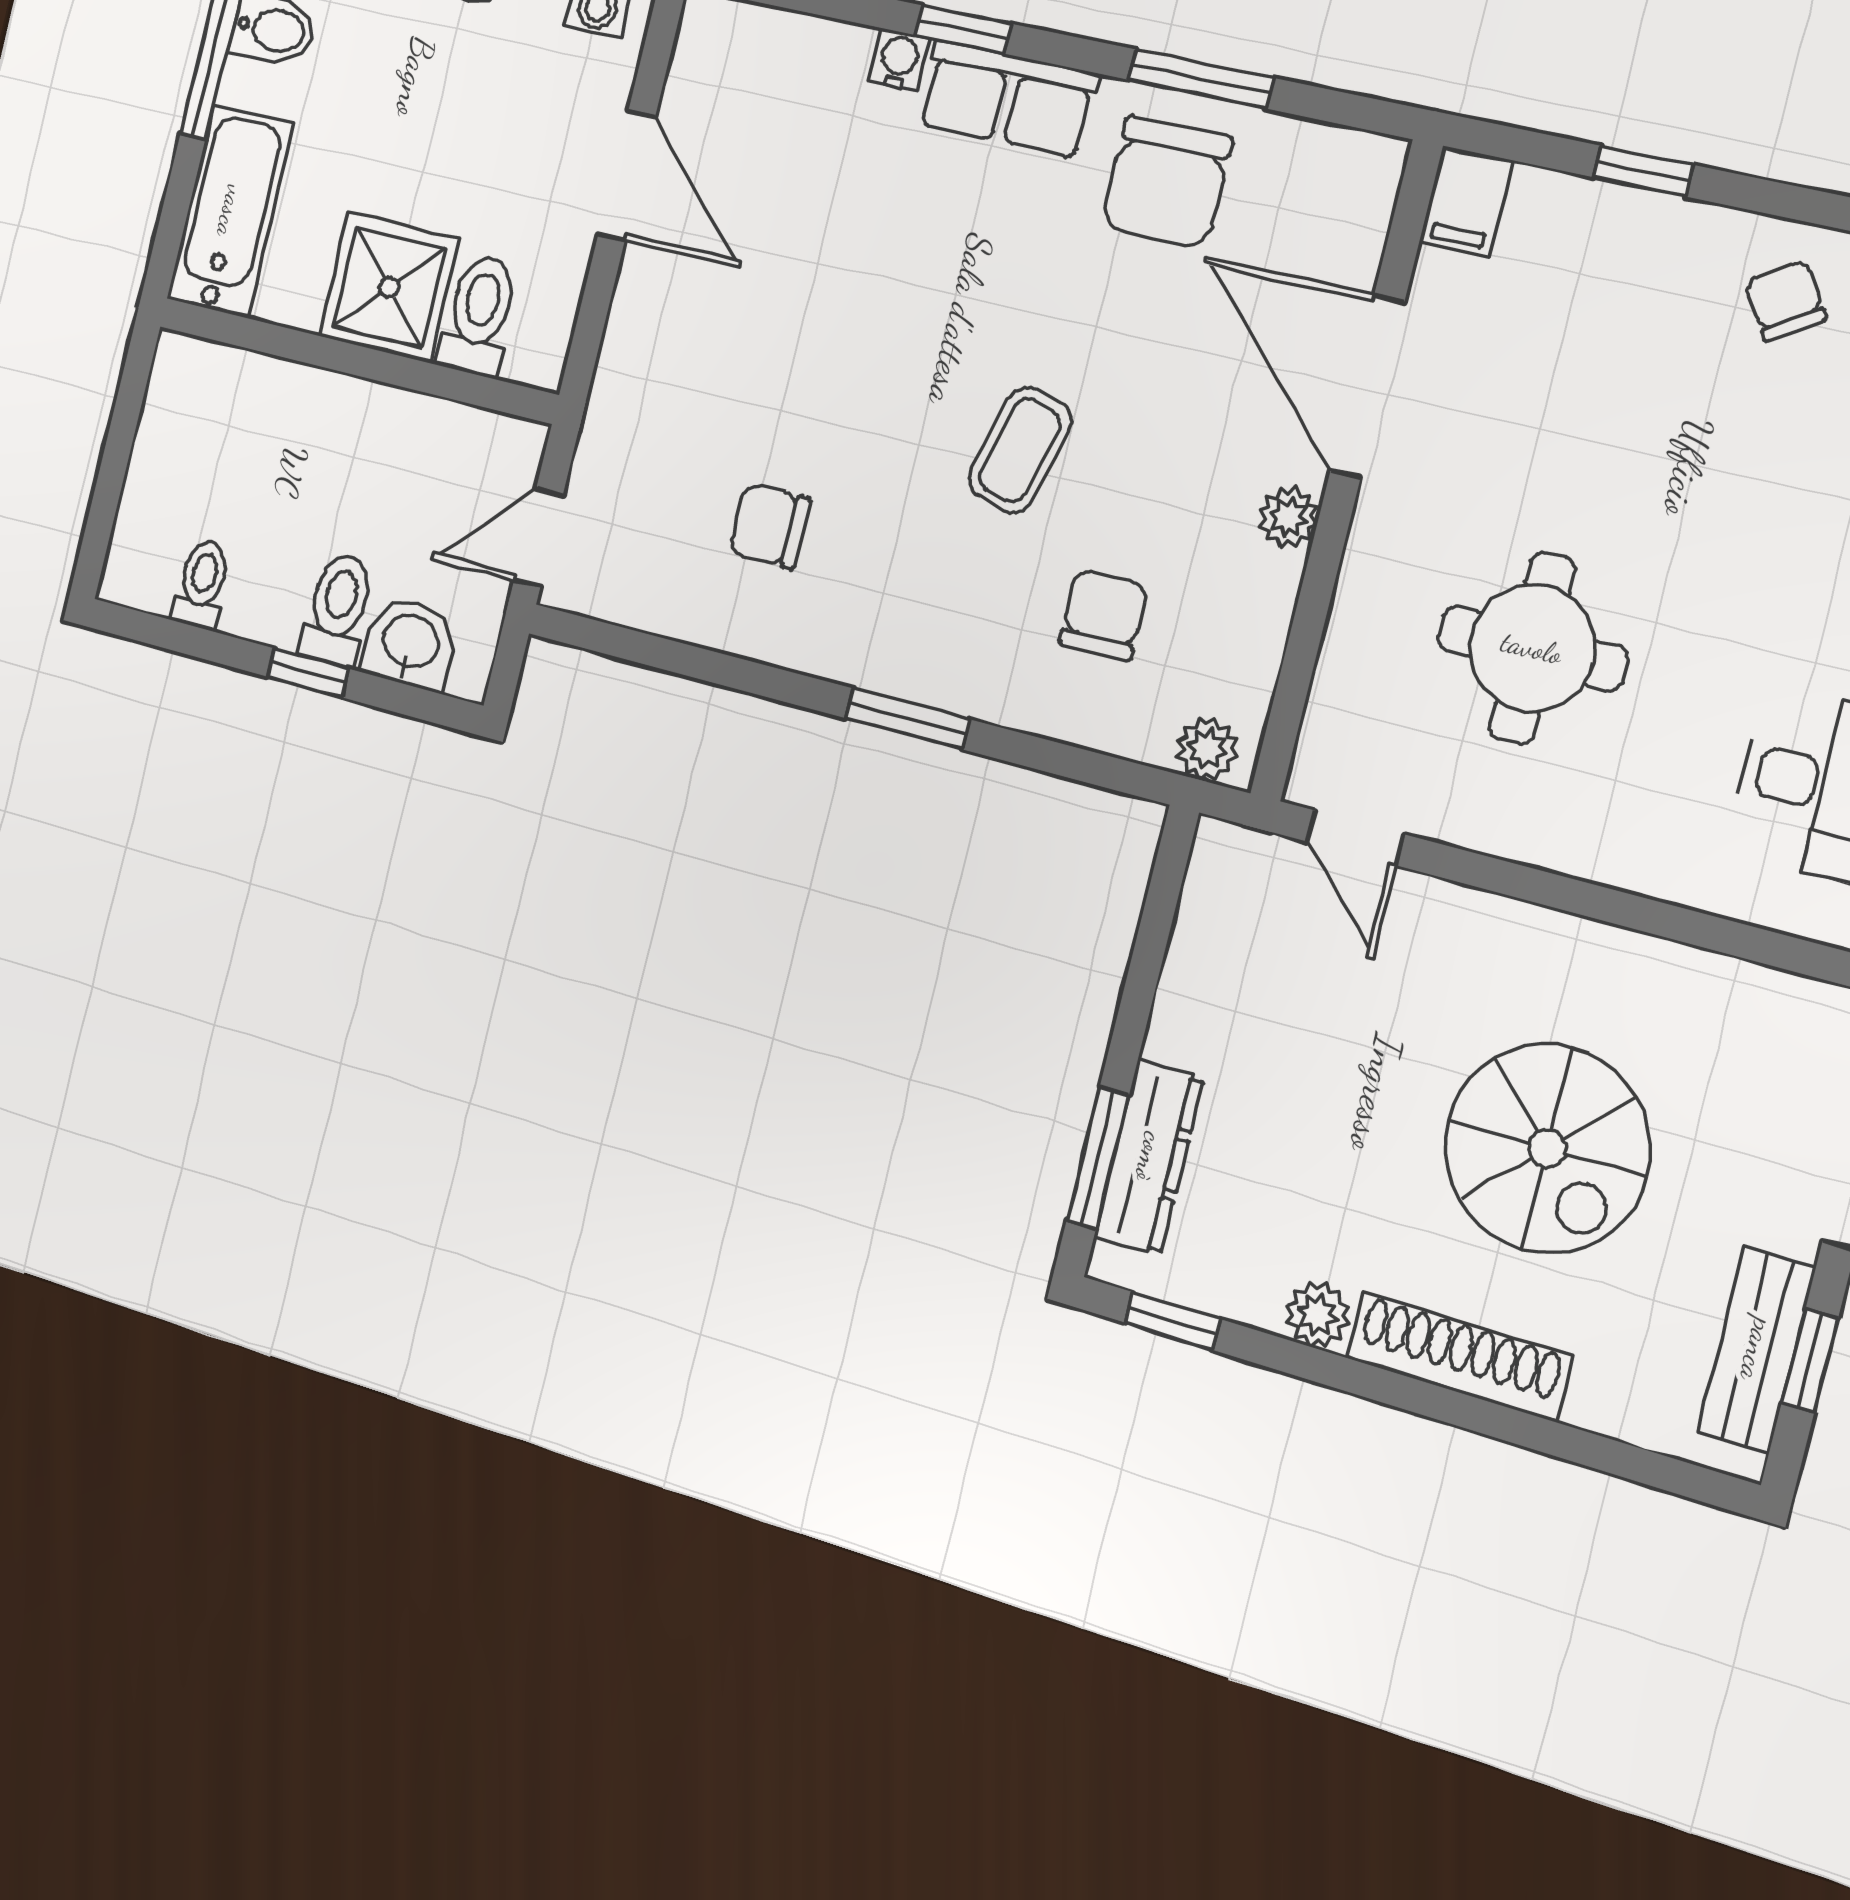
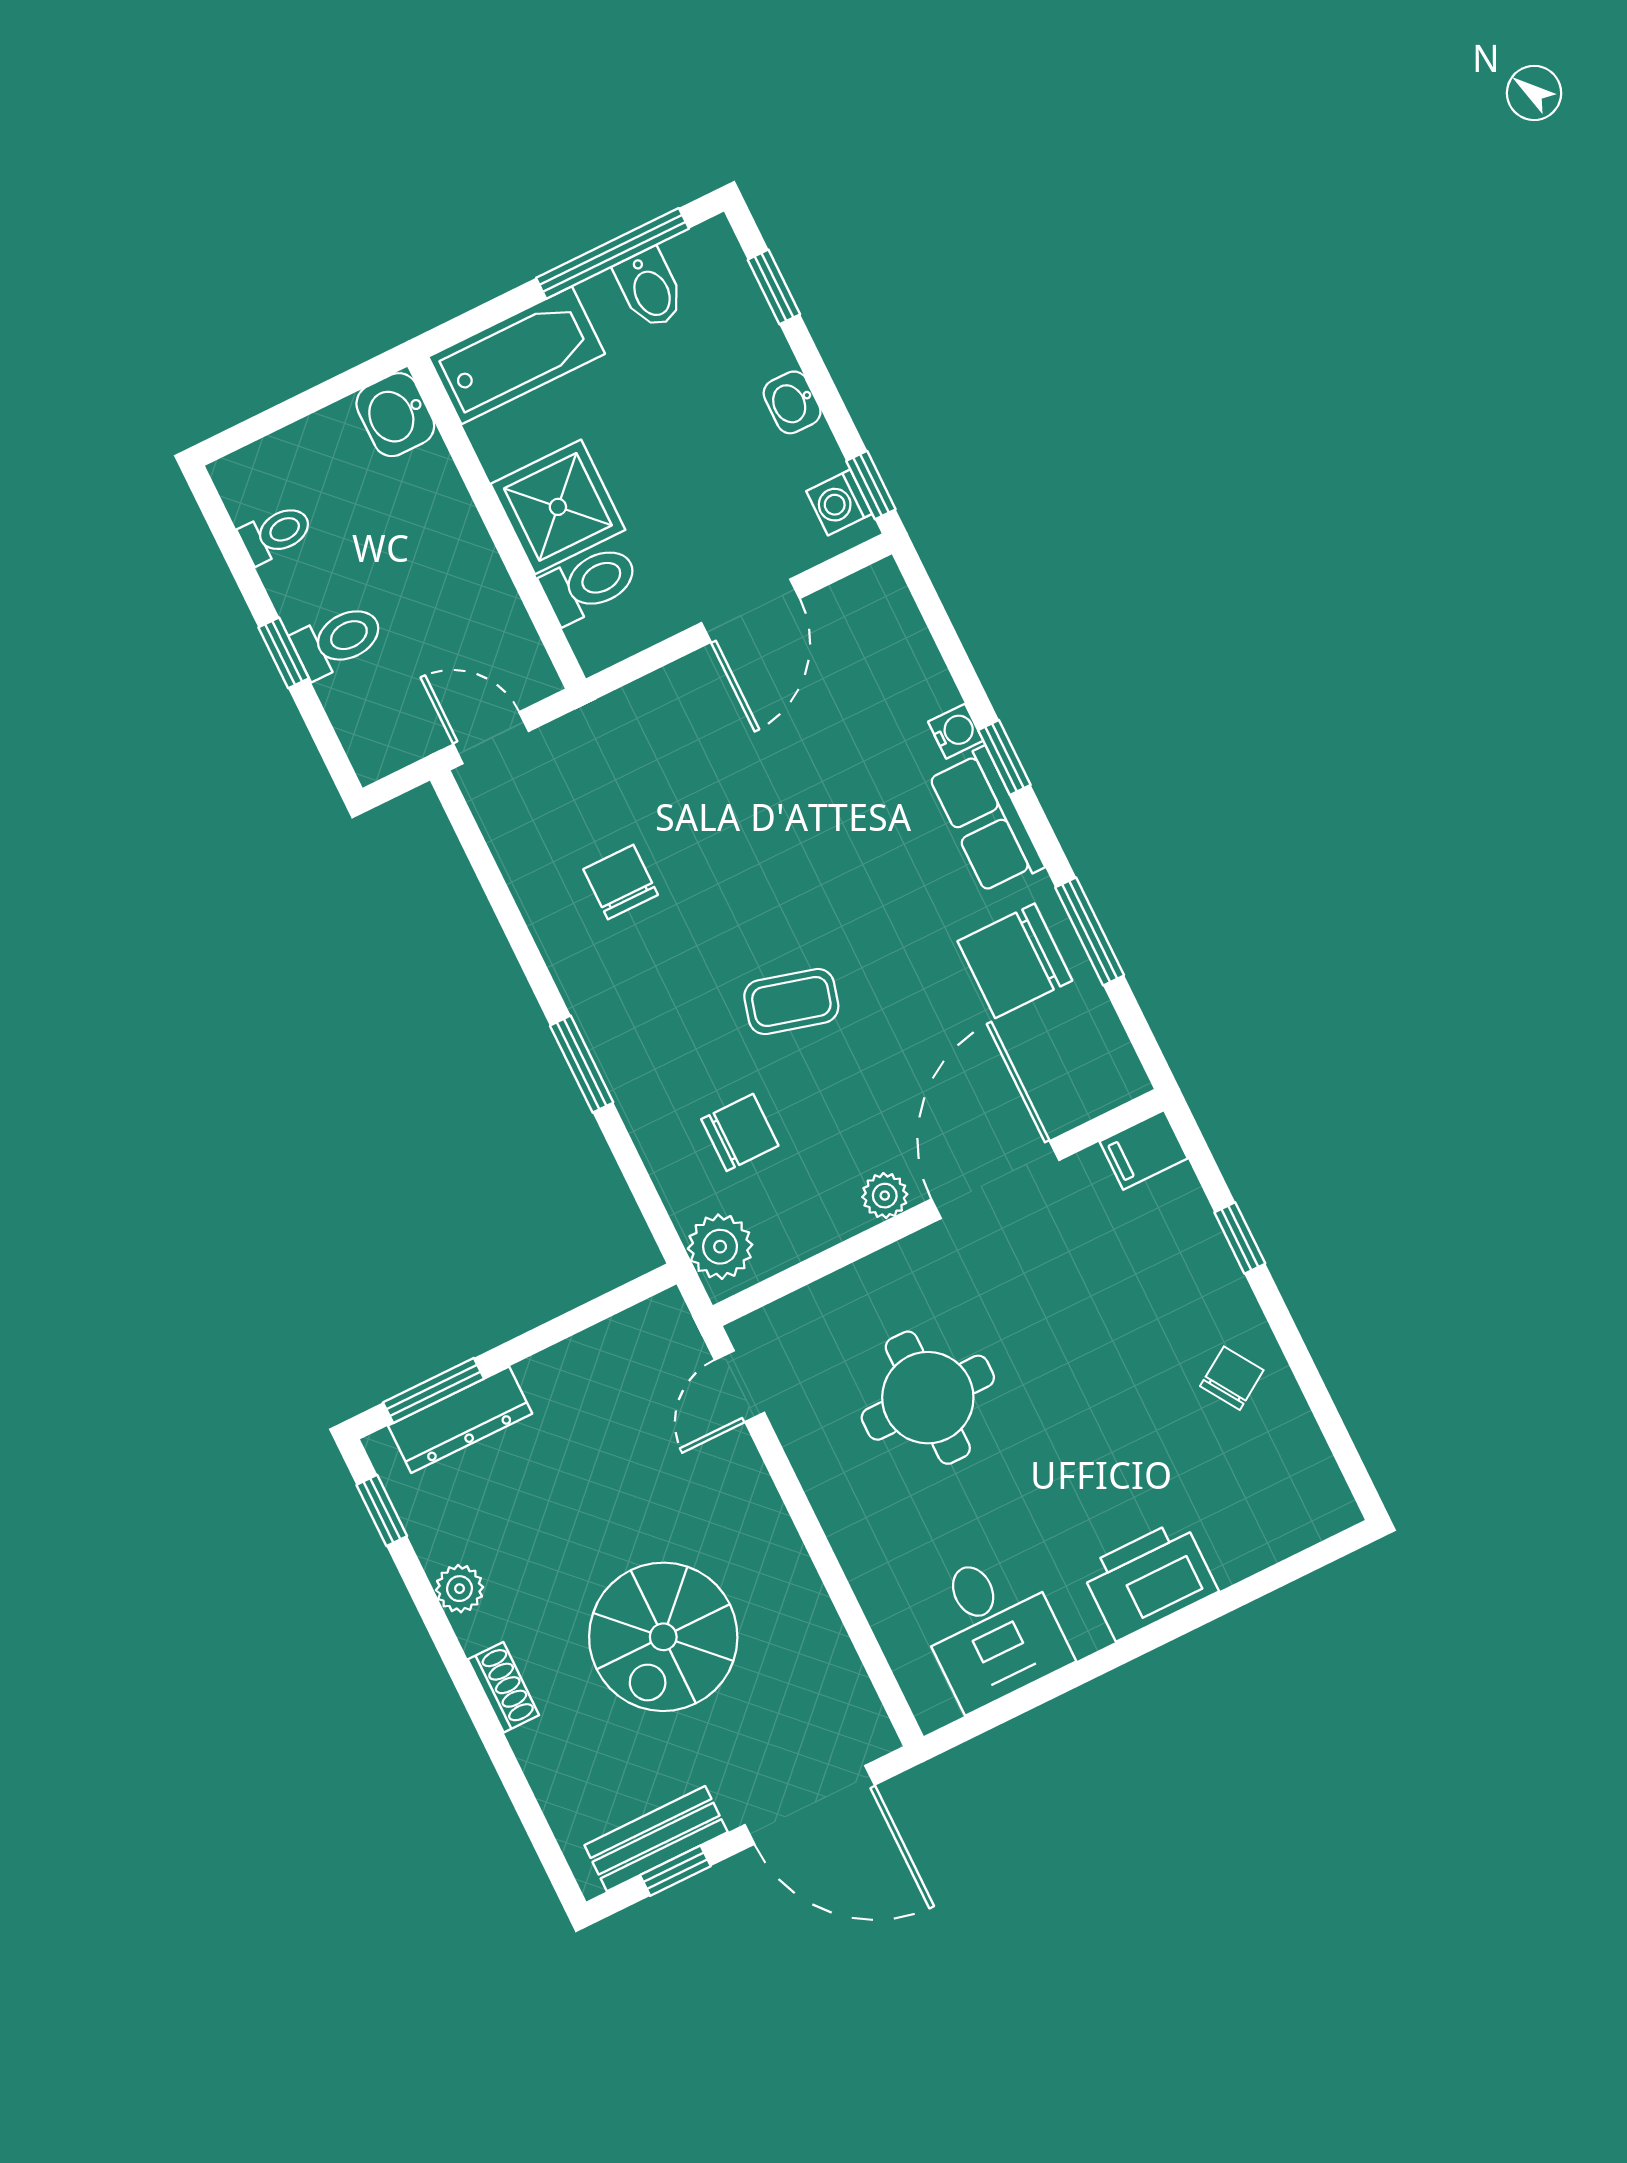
washbasin: (410, 643) -> (395, 415), moved, turned 180
plant: (1207, 749) -> (720, 1247), width x1.38, depth x1.38
shoe rack: (1459, 1357) -> (503, 1687), width x0.51, depth x0.81

